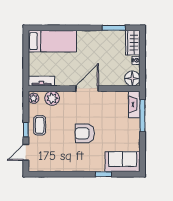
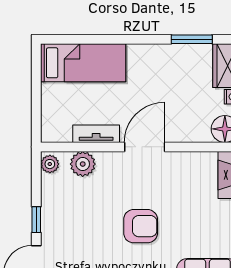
tv unit: (41, 81) -> (96, 134), moved
coffee table: (40, 125) -> (61, 212), removed
armchair: (85, 133) -> (141, 226), turned 180

